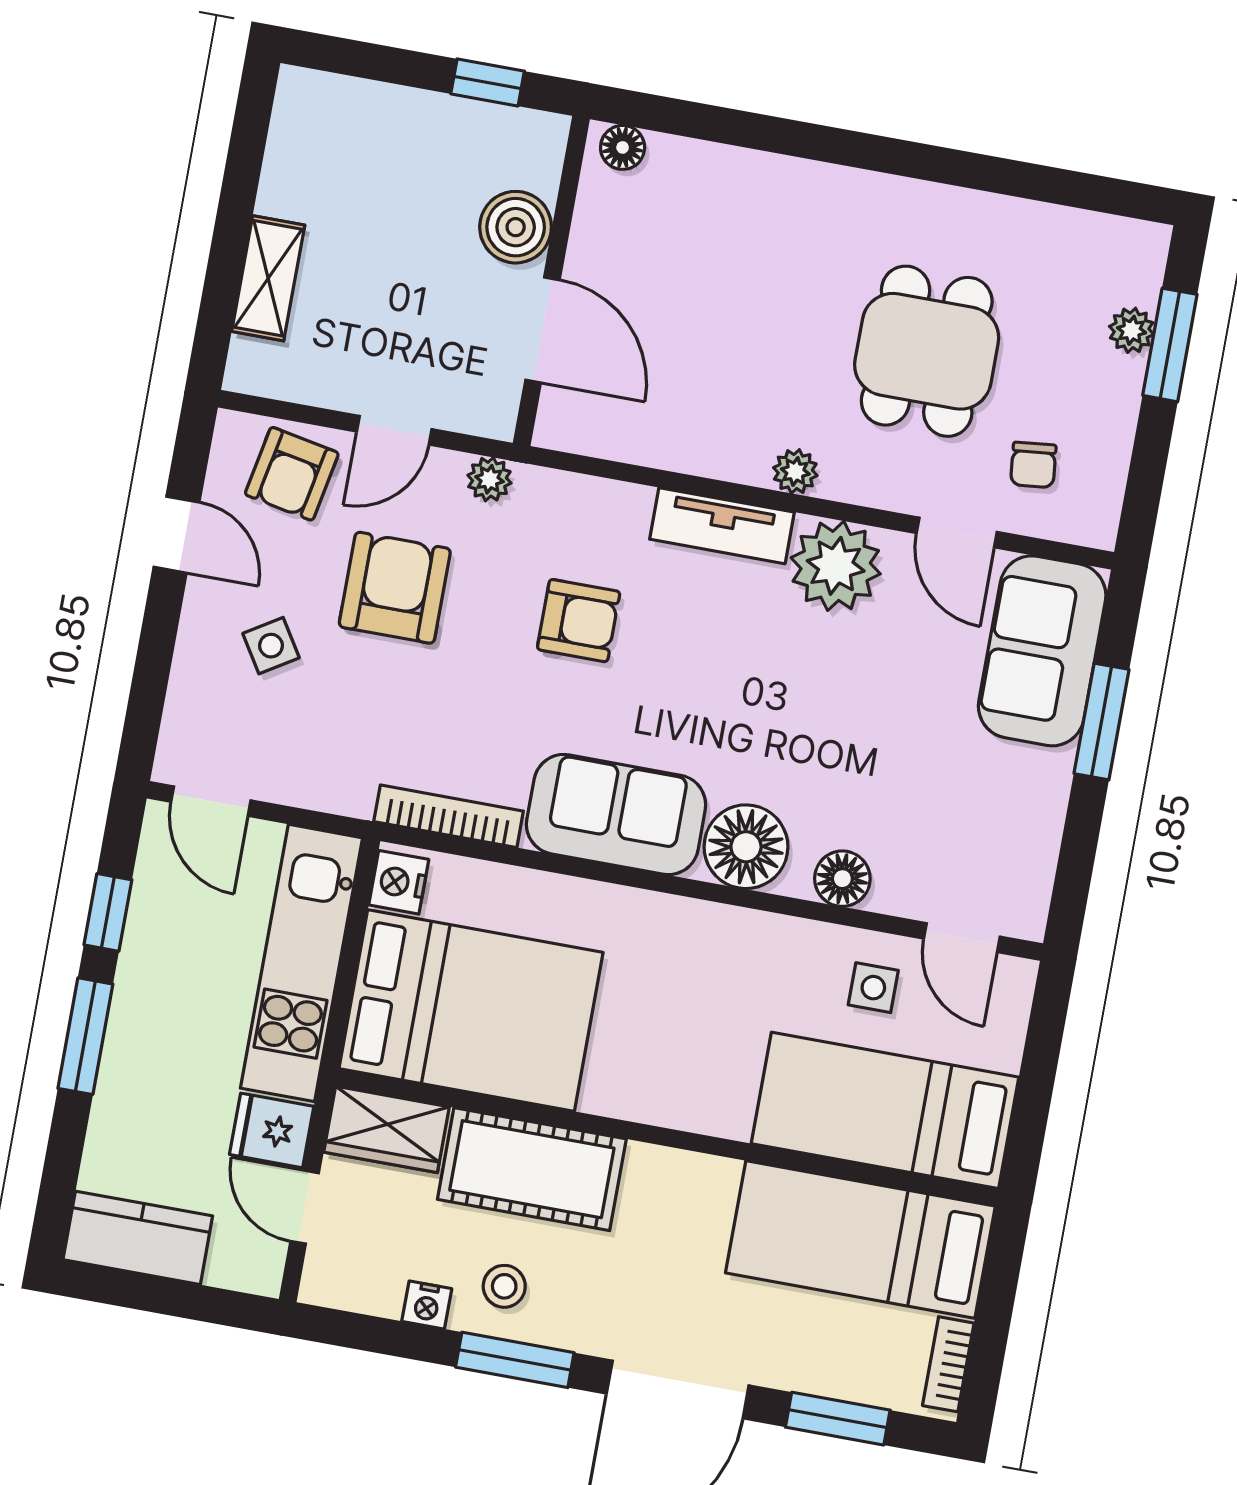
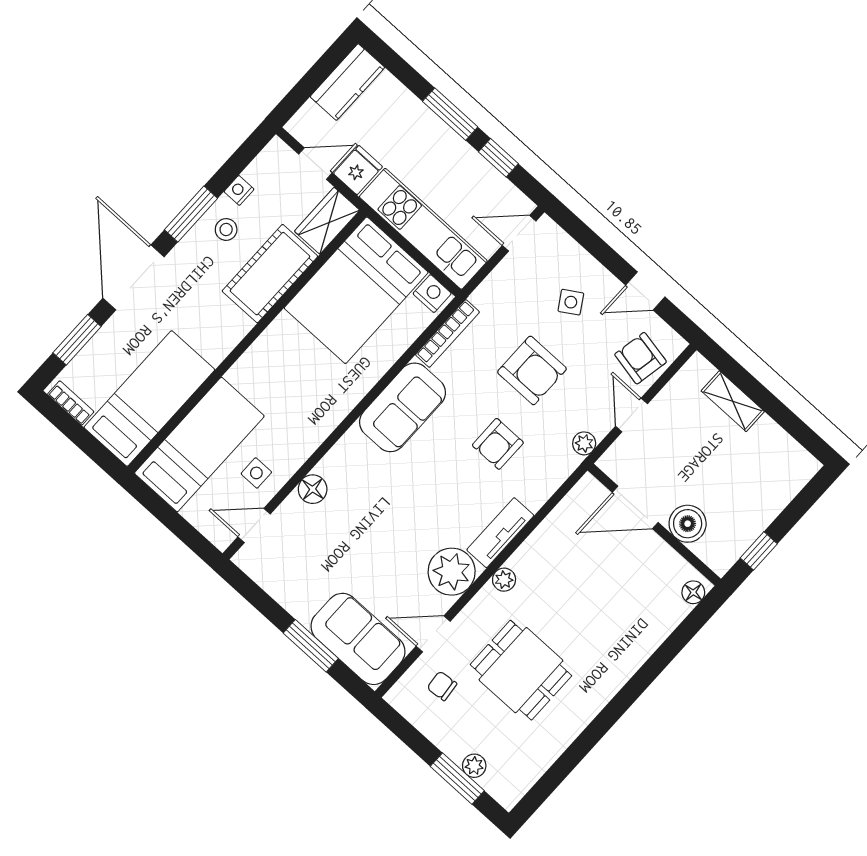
armchair: (395, 588) -> (532, 370), moved
floor lamp: (746, 847) -> (353, 456), removed

